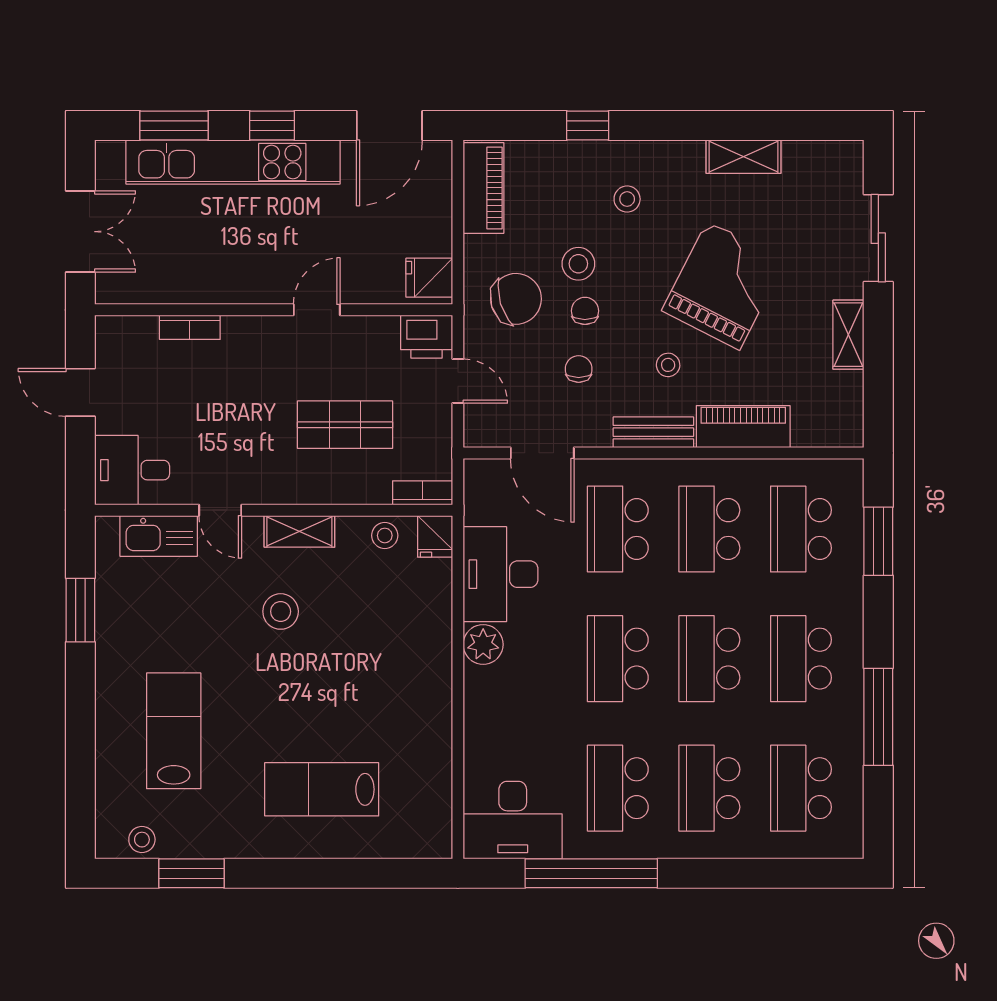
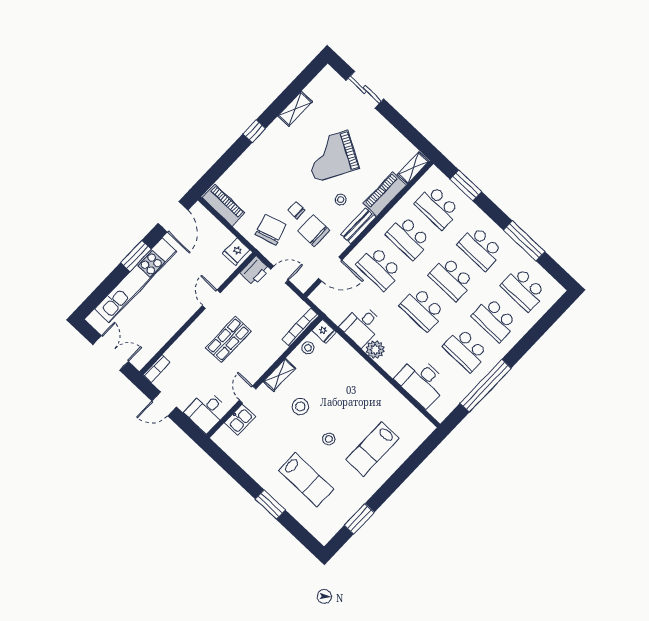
window: (174, 126) -> (105, 288), removed
window: (272, 126) -> (136, 256), width x1.50
window: (588, 126) -> (254, 131), moved
stool: (627, 199) -> (272, 161), removed
stool: (578, 264) -> (279, 198), removed
grand piano: (723, 285) -> (332, 156), turned -88
bookcase: (190, 327) -> (157, 368), moved
shelving: (848, 335) -> (413, 168), moved, turned 90
chair: (579, 369) -> (314, 231), width x1.87, depth x1.87
shop shelf: (345, 425) -> (228, 339), moved
bookcase: (423, 493) -> (300, 327), width x1.56
door: (220, 510) -> (248, 395), swing flipped
kitchen sink: (159, 536) -> (240, 420), width x0.73
desk: (501, 574) -> (362, 326), width x0.73
window: (80, 610) -> (270, 504), moved
lab bench: (174, 731) -> (306, 480), turned 180
desk: (513, 820) -> (422, 381), moved, turned 90
stool: (142, 840) -> (329, 439), moved

